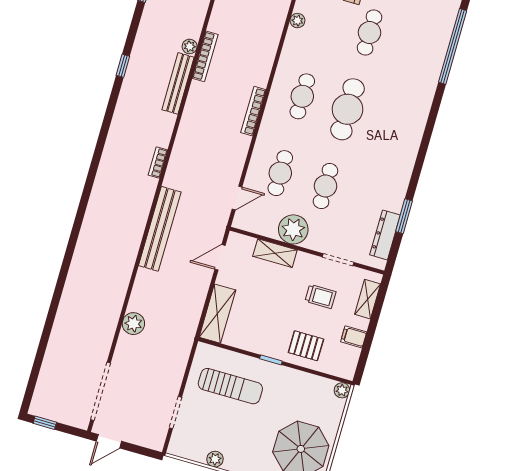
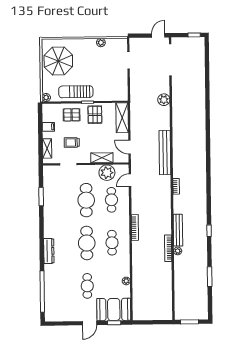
cafe table: (325, 186) -> (86, 200), width x1.37, depth x1.35
plant: (293, 229) -> (107, 173), moved
dresser: (385, 235) -> (49, 251), moved
door: (220, 257) -> (130, 147), swing flipped
pallet: (264, 334) -> (95, 115), added
sun lounger: (230, 386) -> (76, 92), moved

